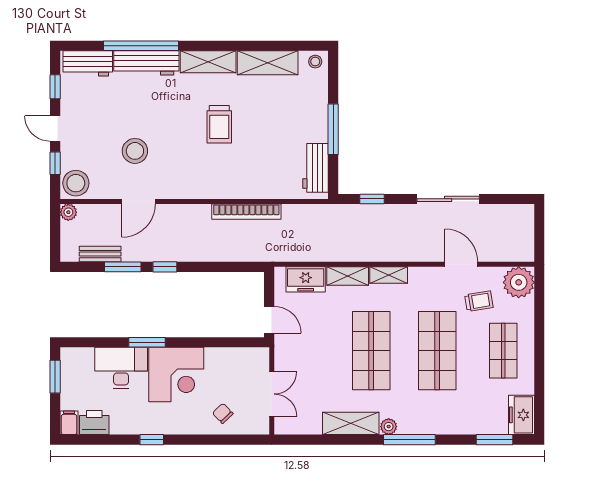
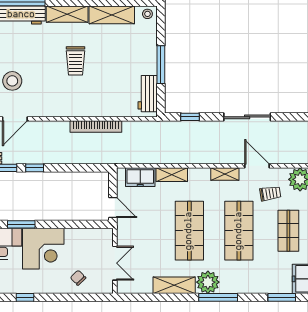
shelving: (389, 275) -> (225, 174), moved
plant: (389, 427) -> (208, 282), width x1.88, depth x1.88

